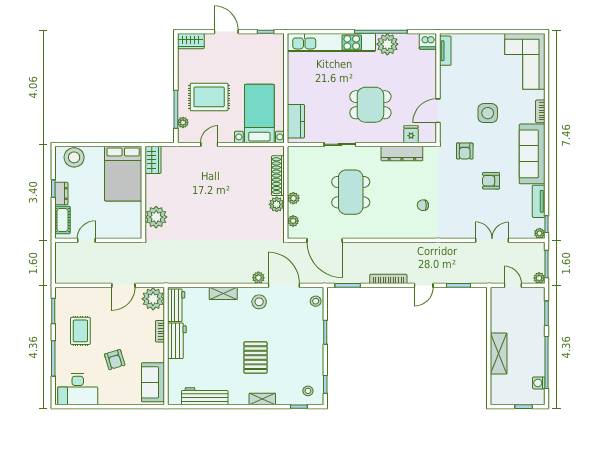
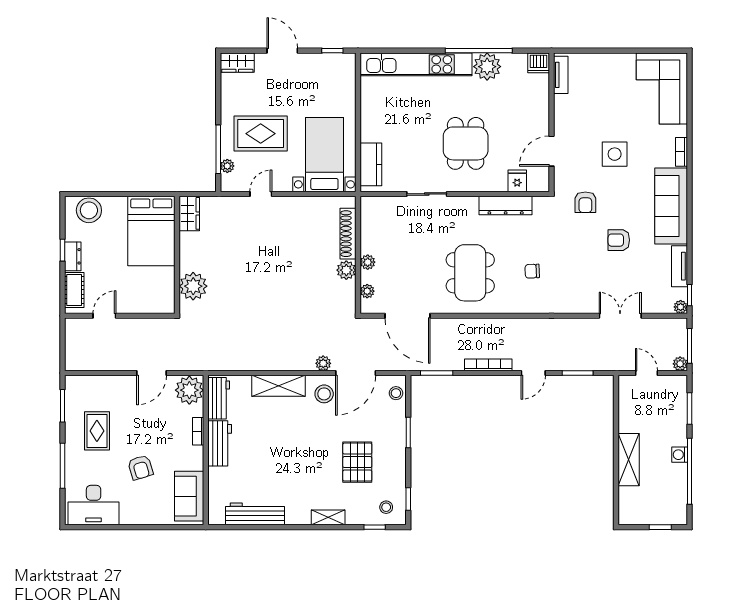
dining table: (370, 105) -> (466, 143), turned 90
dining table: (351, 192) -> (470, 273), moved
door: (284, 285) -> (356, 373), swing flipped
shelving: (223, 293) -> (279, 386), width x1.50, depth x1.33
pallet: (255, 358) -> (357, 462), moved
washing machine: (539, 383) -> (680, 455), moved

